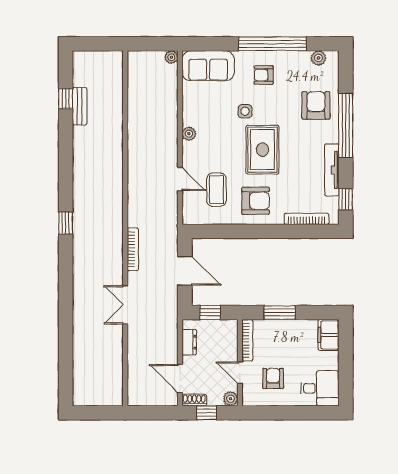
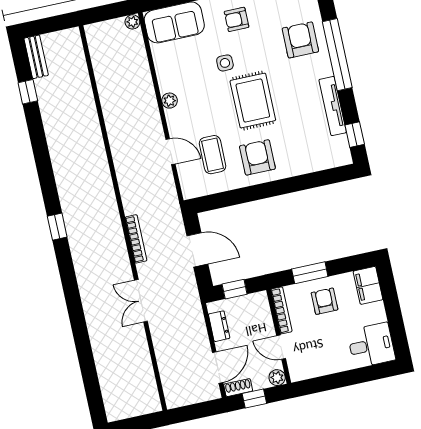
bench: (80, 106) -> (36, 57), moved
armchair: (256, 201) -> (257, 157), turned -90
bookcase: (307, 219) -> (317, 165), removed
door: (180, 378) -> (218, 368), swing flipped
armchair: (273, 378) -> (324, 301), moved

